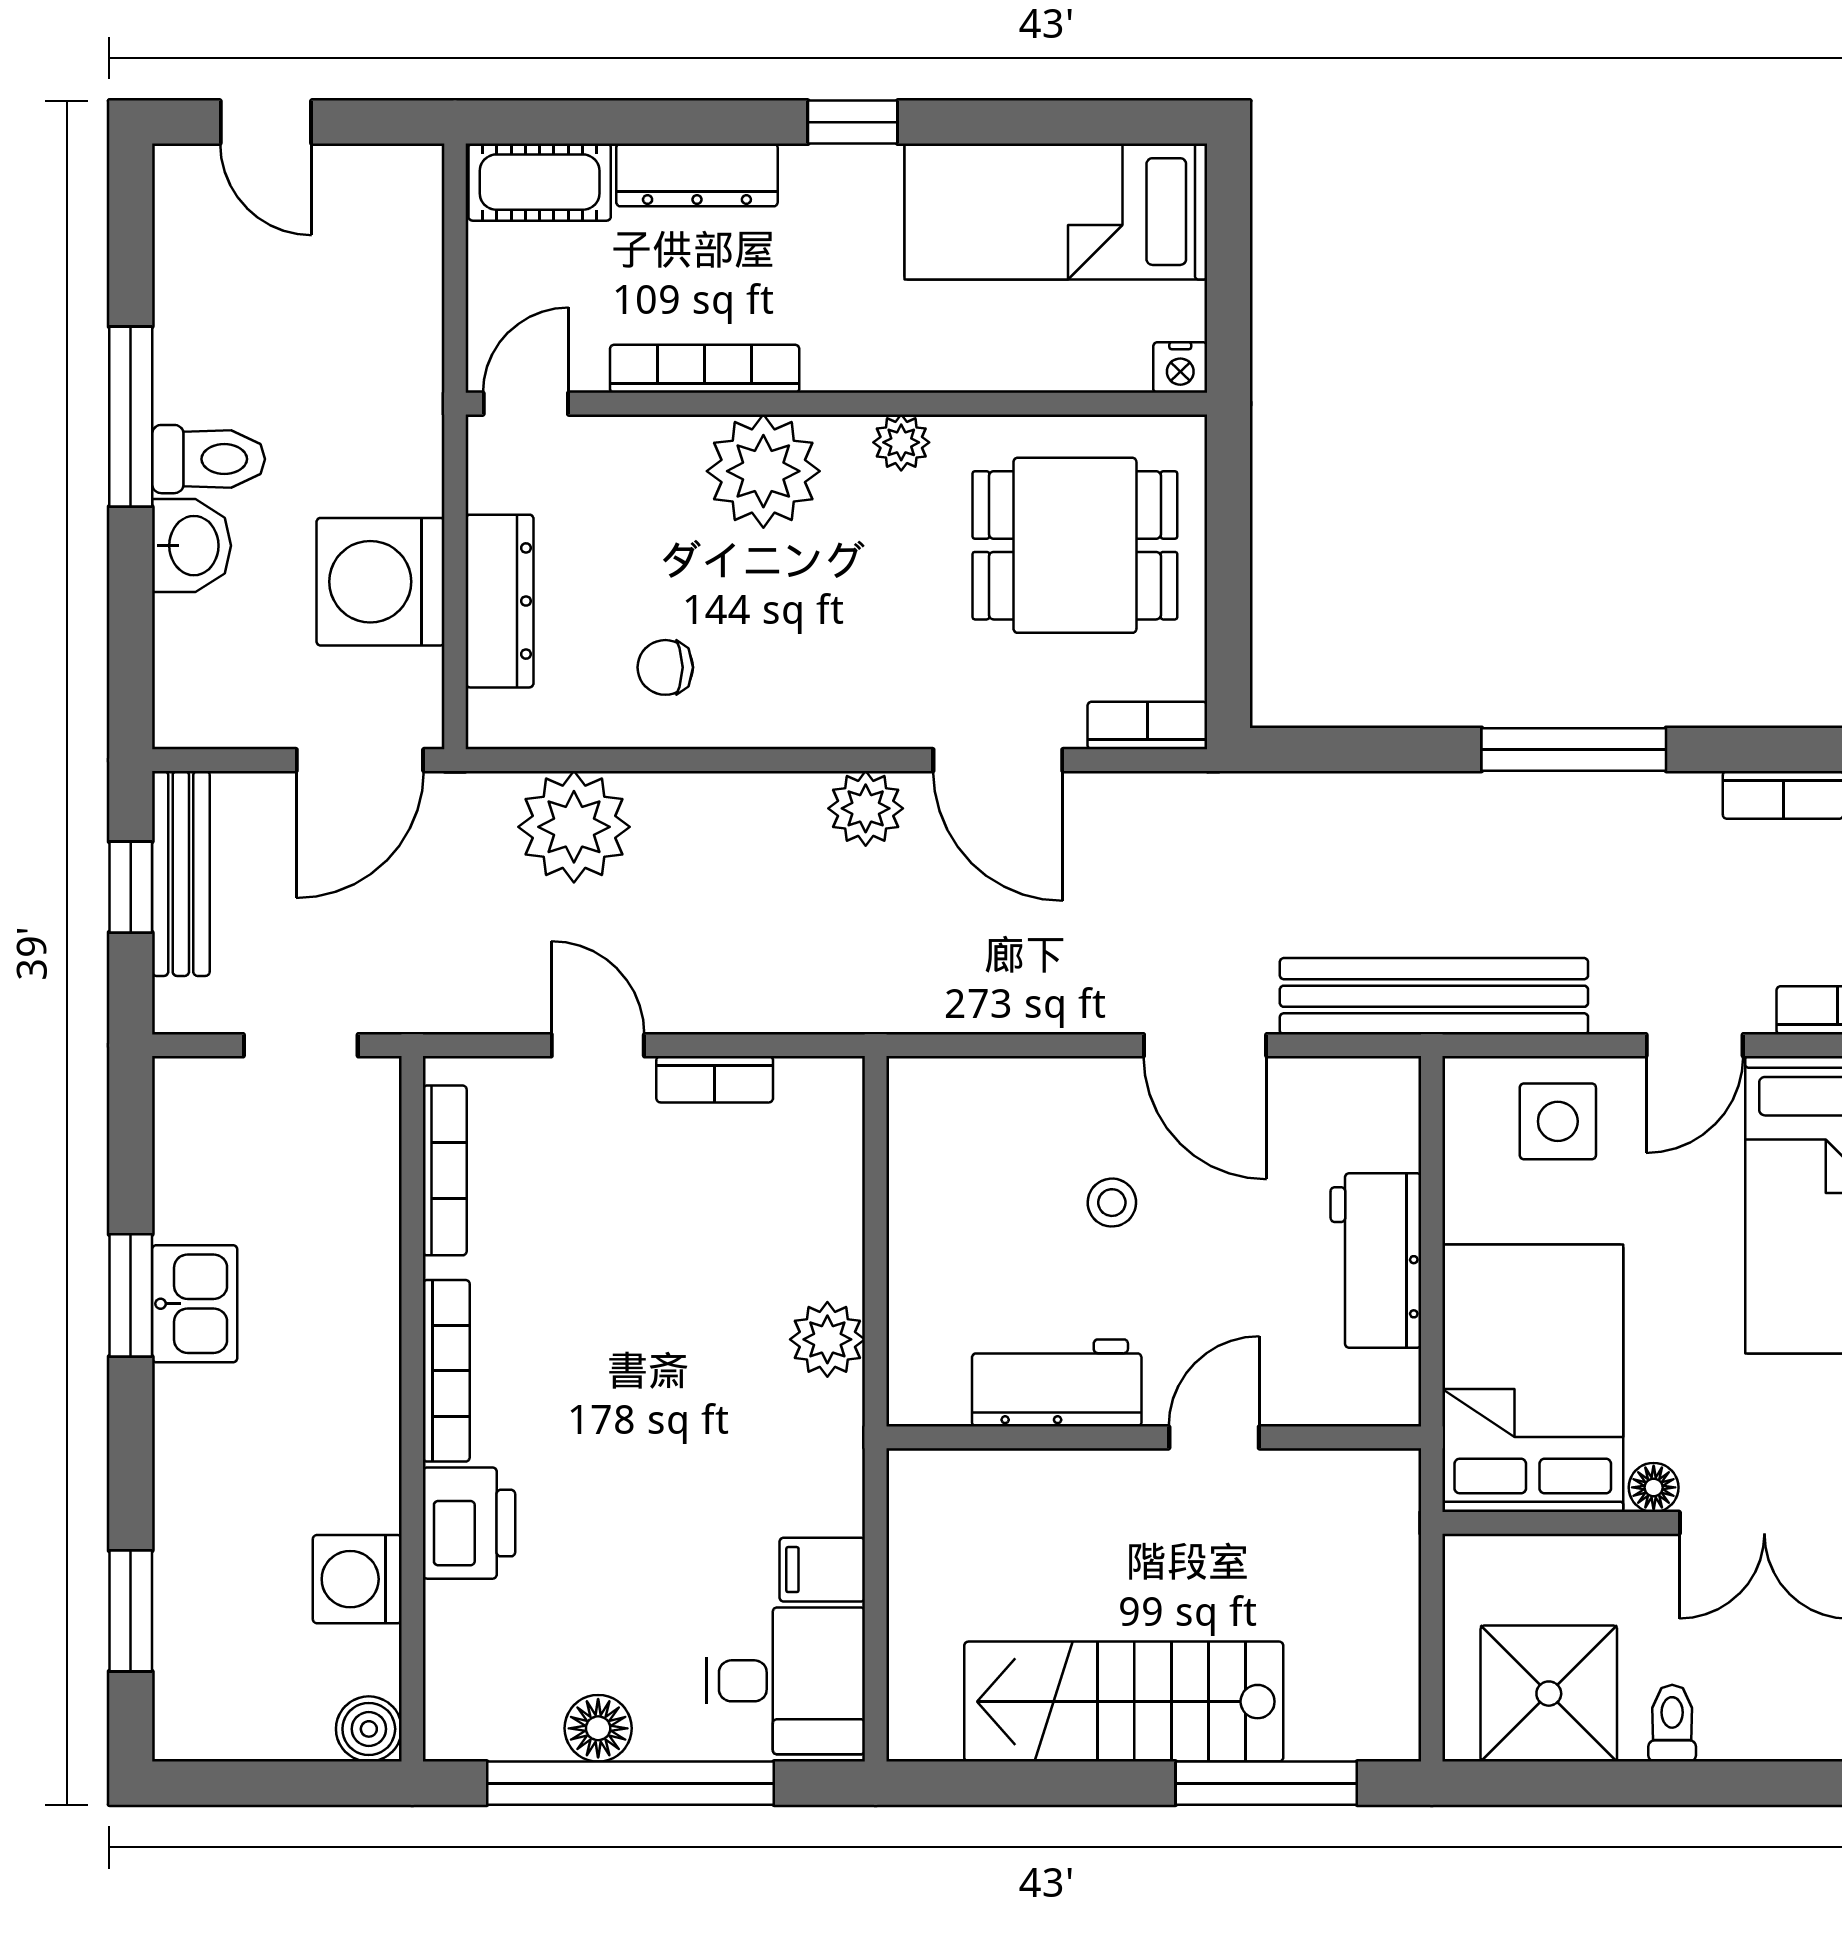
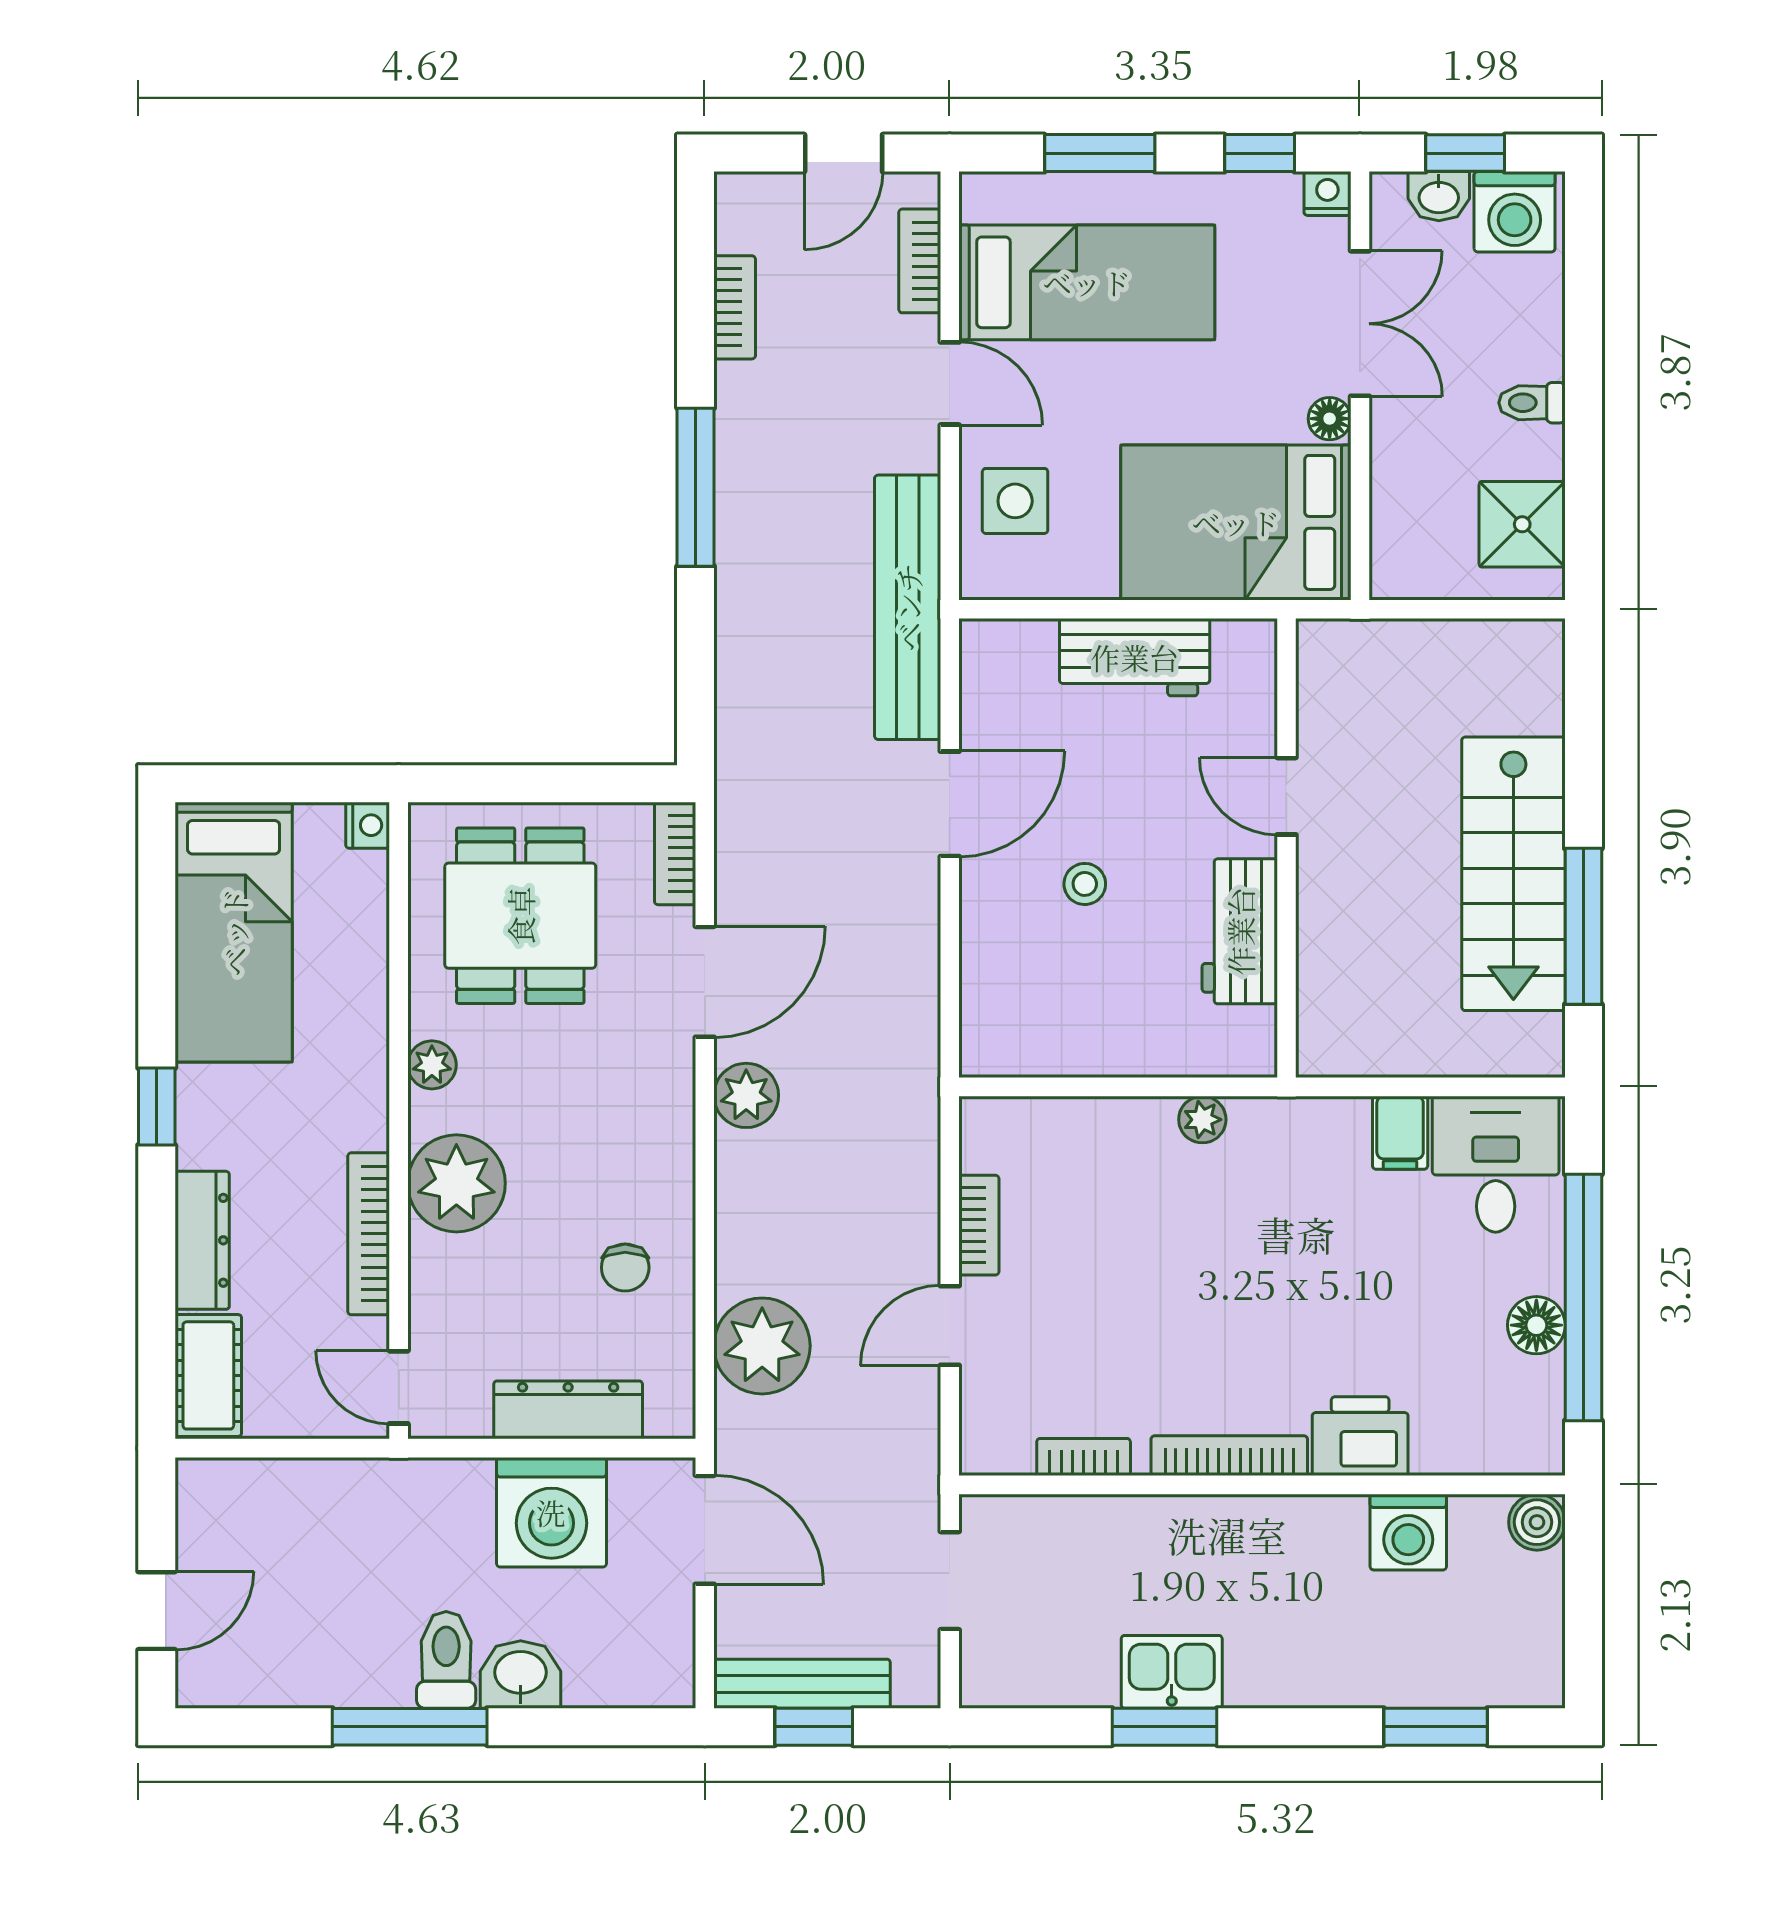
bookcase: (445, 1170) -> (1084, 1457), width x0.64
plant: (827, 1339) -> (1202, 1120), width x0.73, depth x0.73
shower: (1549, 1694) -> (1522, 524), width x0.73, depth x0.73
window: (1266, 1783) -> (1583, 926), moved

